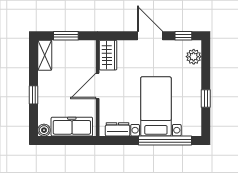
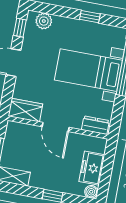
freezer: (72, 127) -> (92, 168), width x0.71
dresser: (118, 129) -> (95, 125), moved, turned 90

